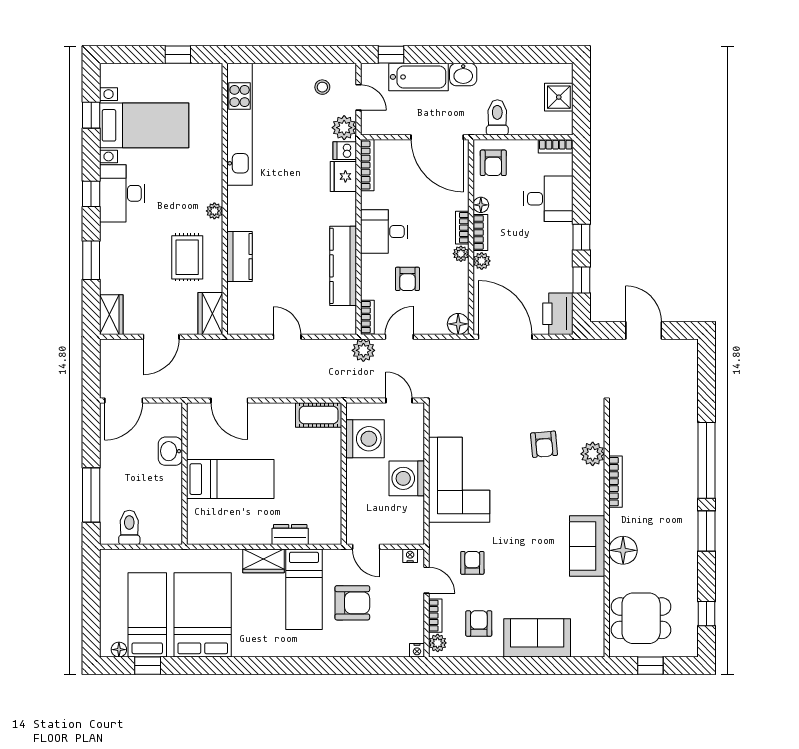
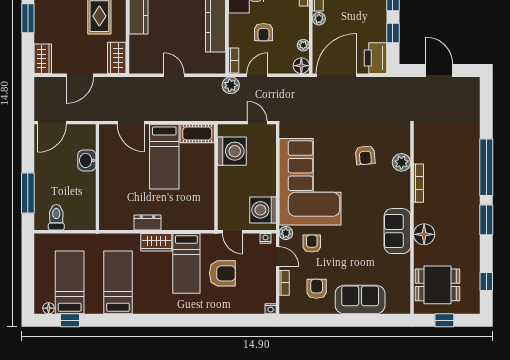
plant: (461, 254) -> (303, 45), moved
door: (505, 337) -> (336, 75), hinge flipped
washing machine: (407, 478) -> (263, 210), moved
bed: (230, 479) -> (164, 157), moved, turned 90
corner sofa: (459, 480) -> (310, 182), width x1.36, depth x1.36
dresser: (290, 535) -> (147, 223), moved
bed: (203, 615) -> (118, 282), width x0.67
plant: (438, 643) -> (286, 233), moved

